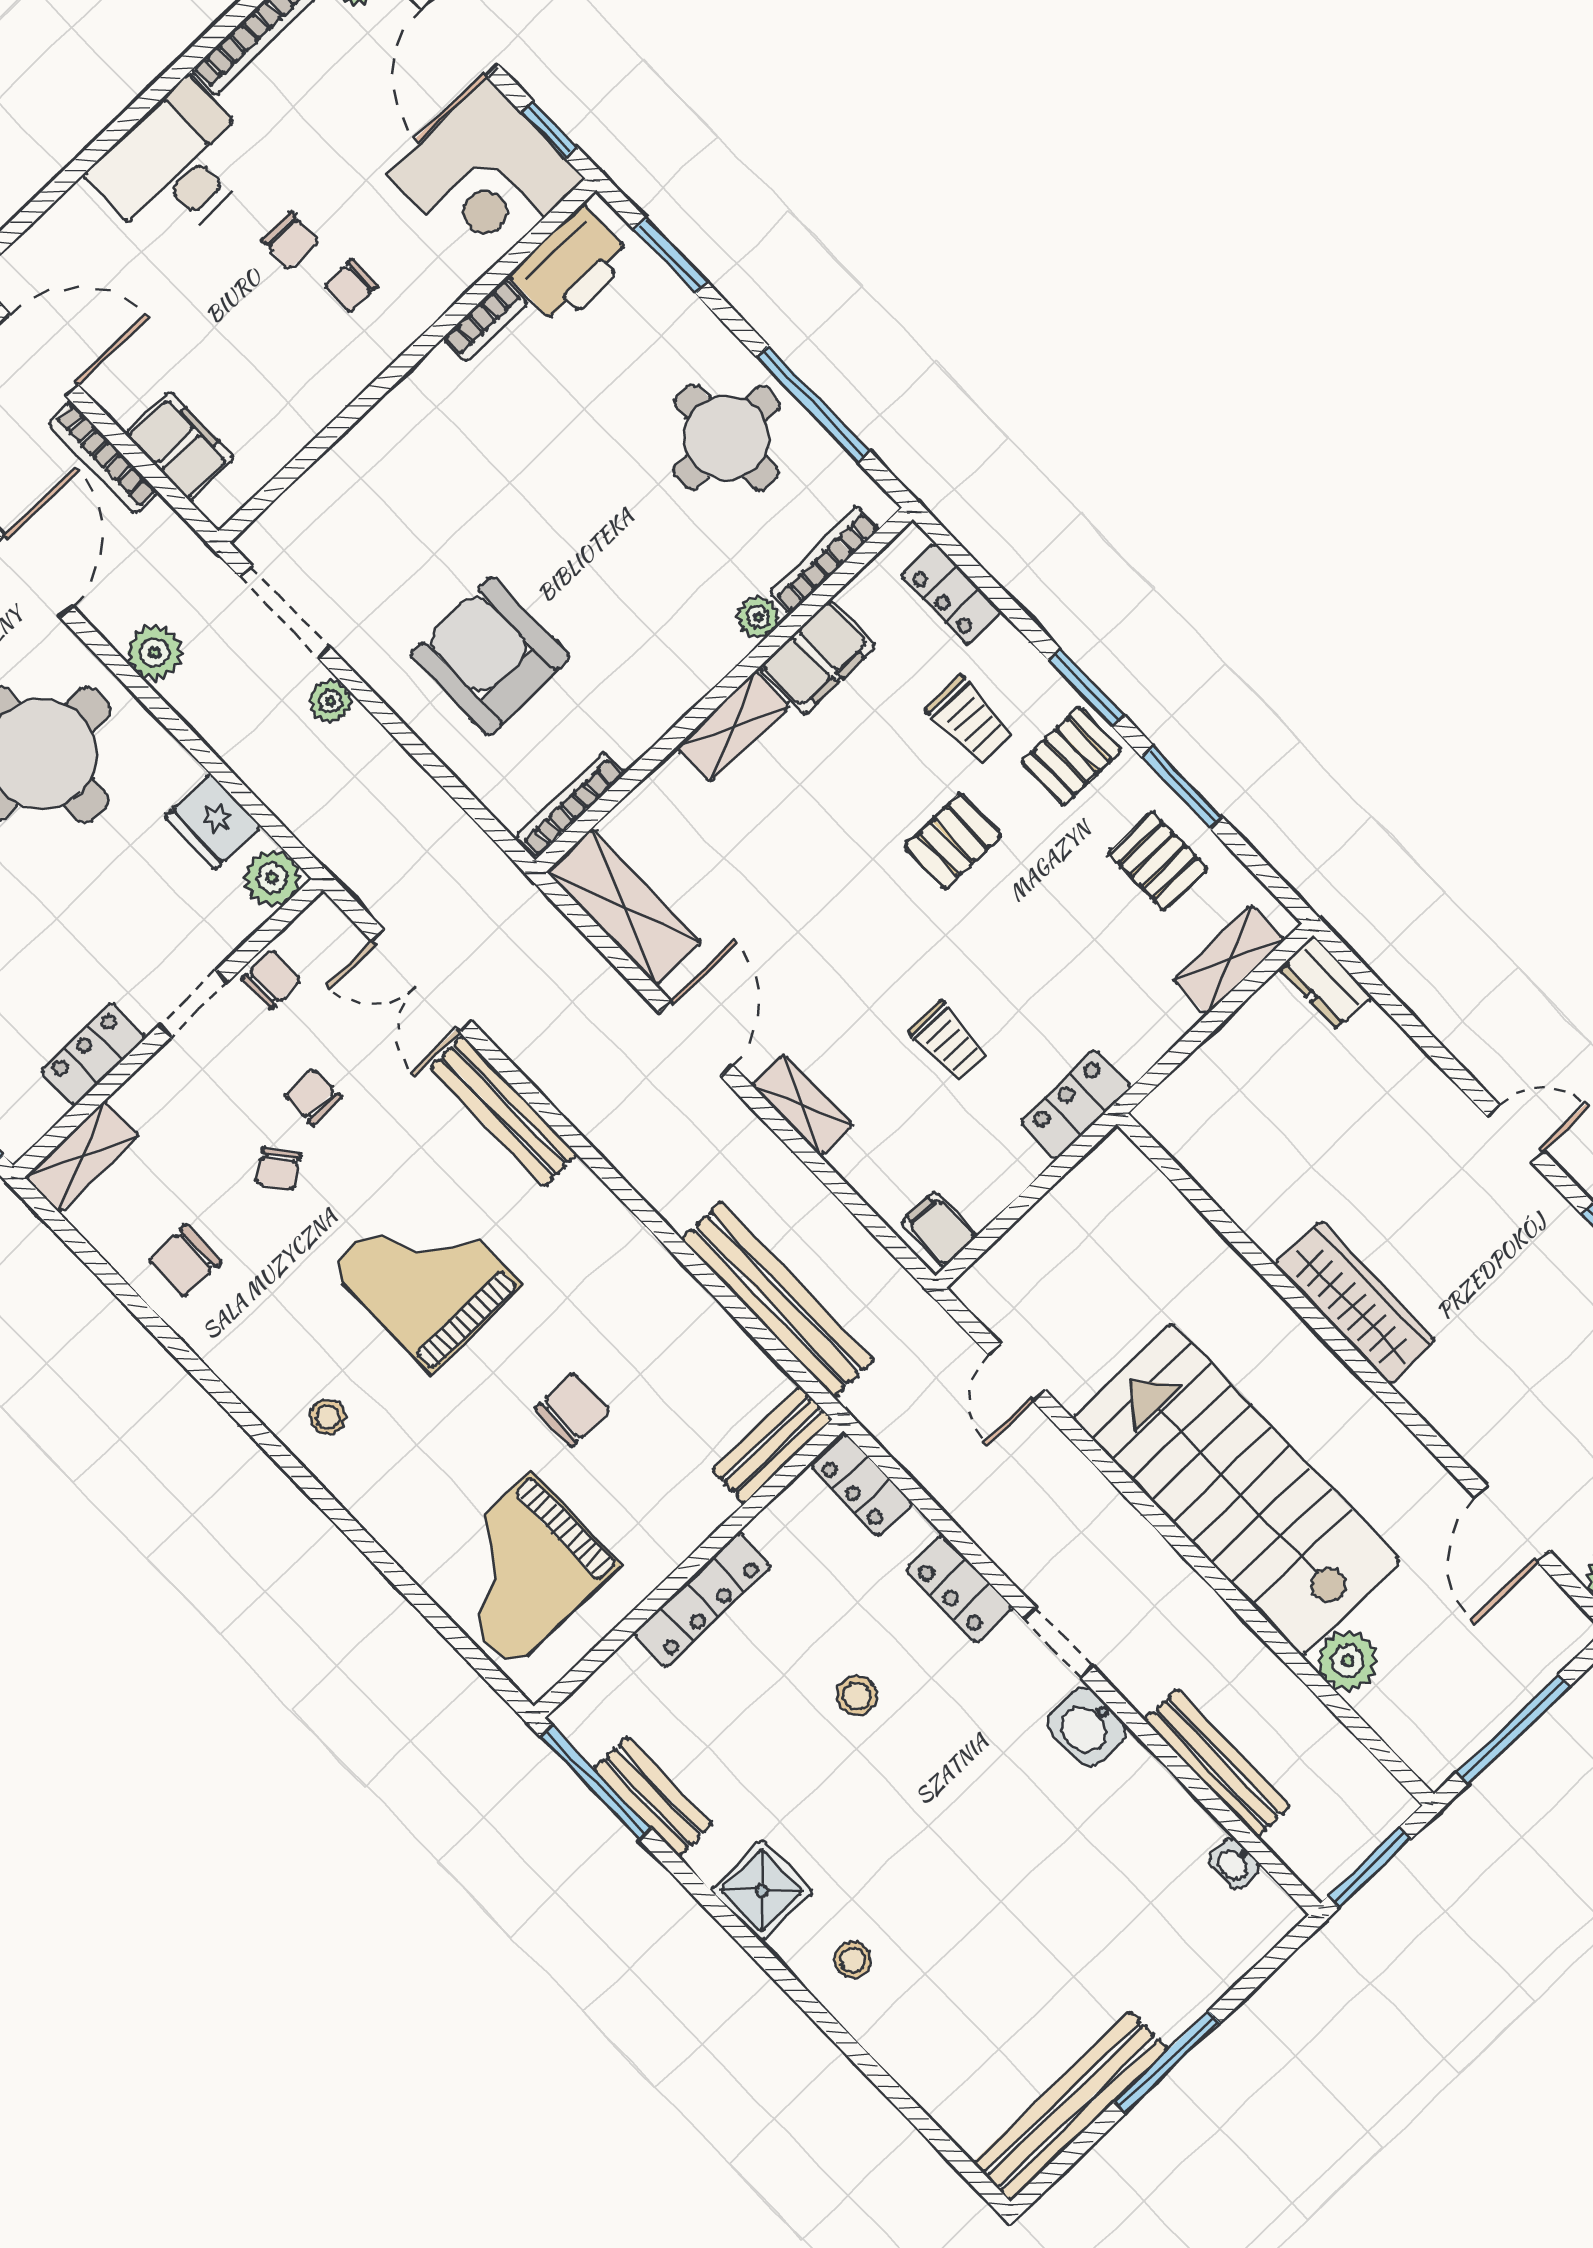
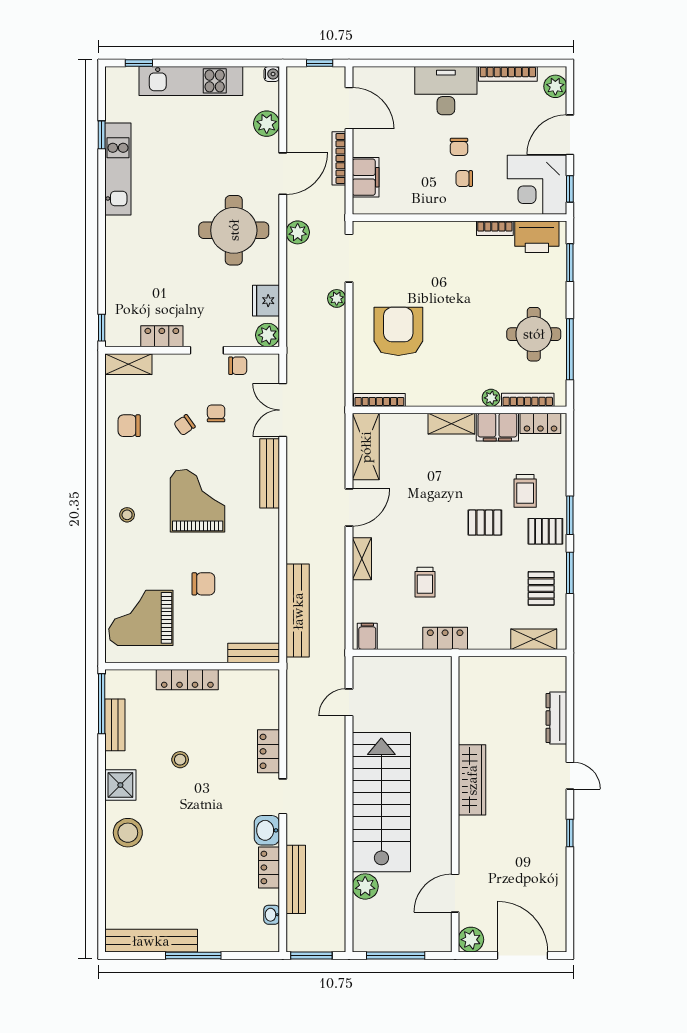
locker: (951, 594) -> (540, 423), moved, turned -90
dresser: (1326, 983) -> (556, 718), moved, width x1.44
locker: (861, 1485) -> (269, 867), moved
stool: (856, 1696) -> (180, 760), moved
stool: (853, 1960) -> (128, 833), width x1.89, depth x1.89

